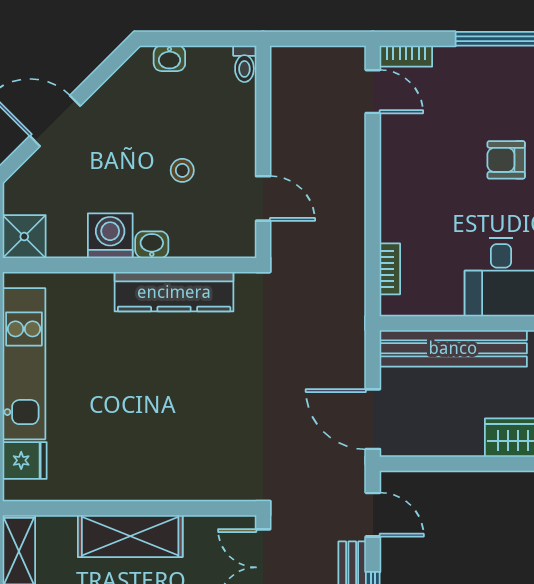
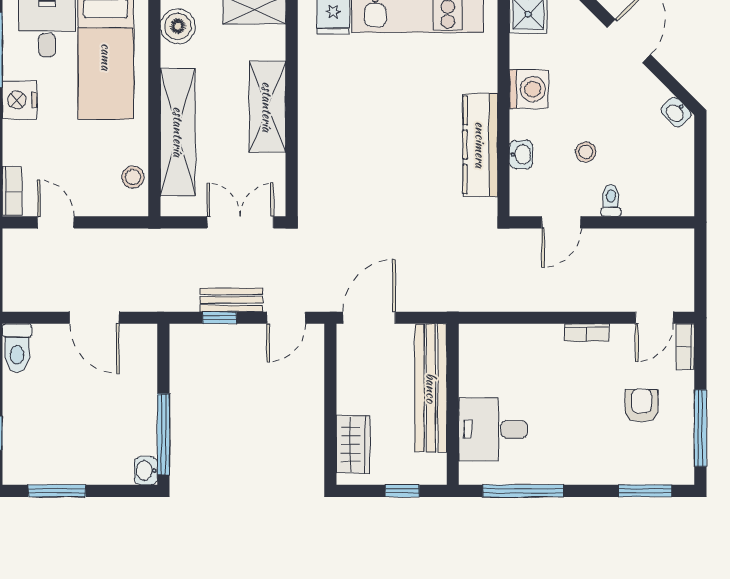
washbasin: (169, 58) -> (676, 112), moved, turned -45
toilet: (244, 64) -> (611, 200), moved, turned 90
armchair: (506, 160) -> (641, 406), moved
washbasin: (152, 245) -> (521, 155), moved
bookcase: (390, 269) -> (587, 333), moved

